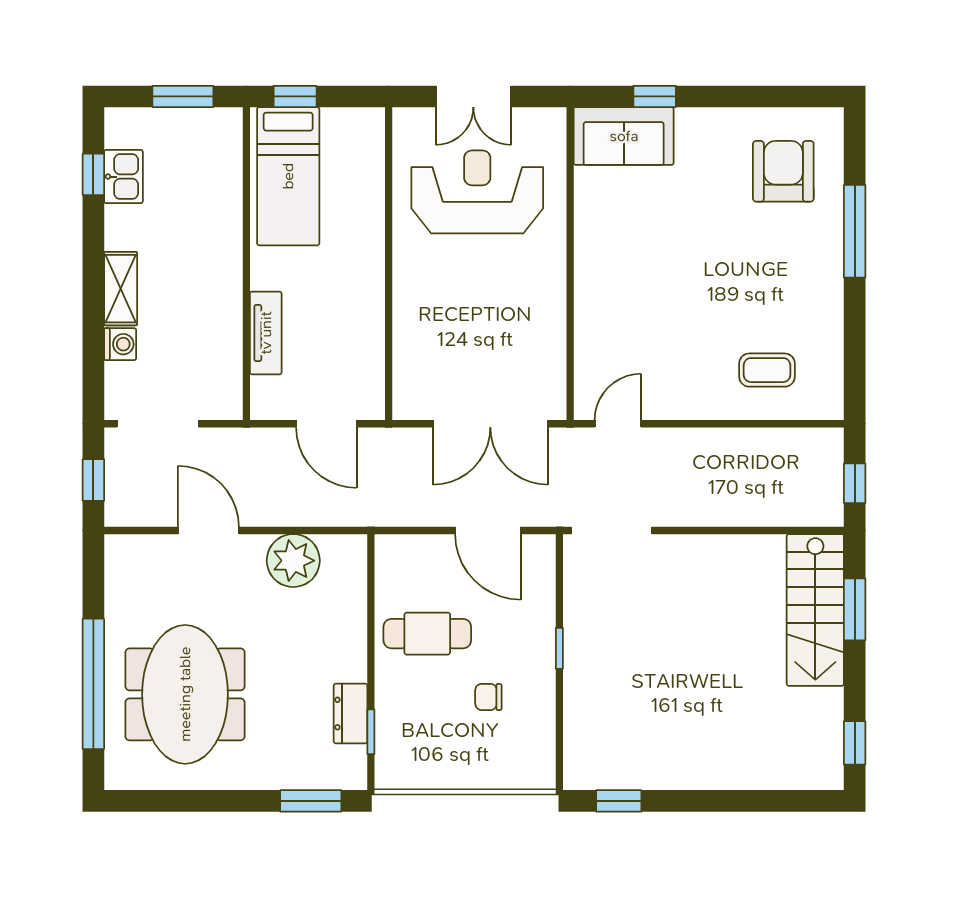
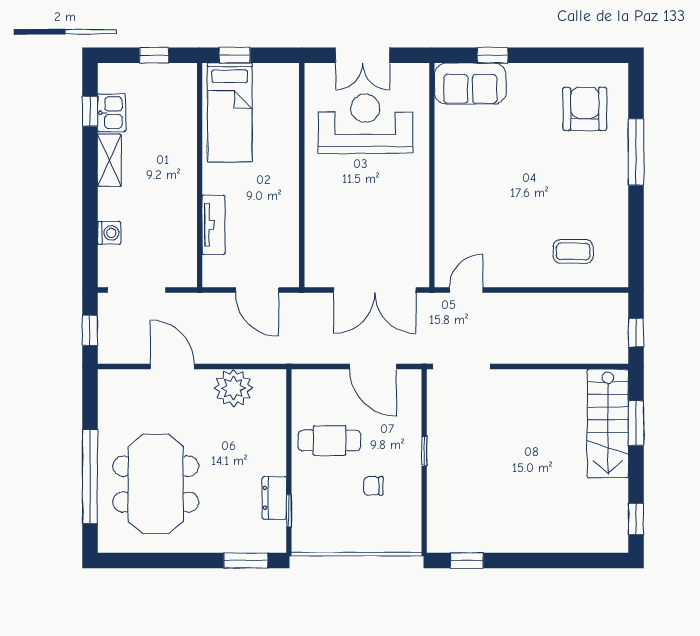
window: (183, 96) -> (154, 55), width x0.67
shelving: (121, 289) -> (109, 160), moved

